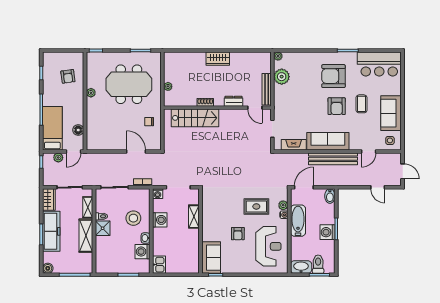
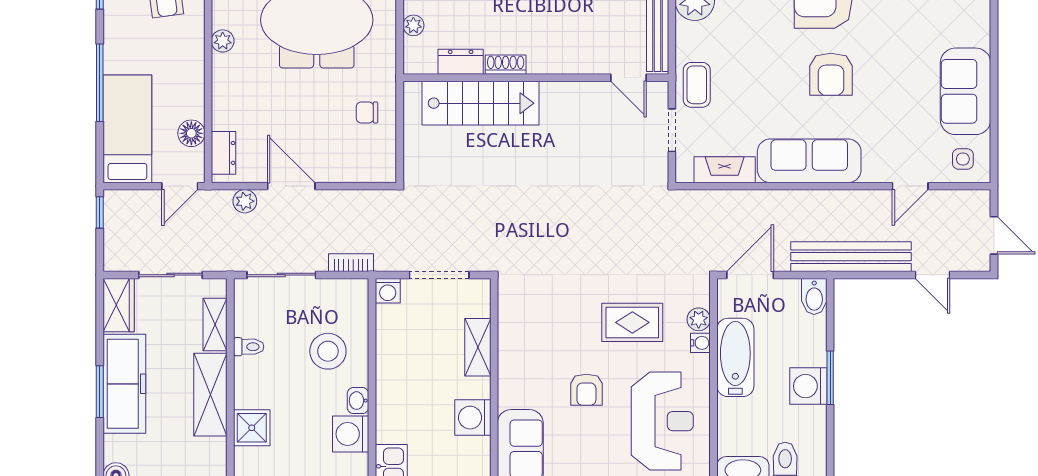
dresser: (234, 101) -> (461, 62), moved
coffee table: (362, 104) -> (697, 85), moved
dresser: (91, 138) -> (224, 153), added
door: (136, 151) -> (291, 186), moved
plant: (58, 158) -> (245, 201), moved
bench: (333, 159) -> (851, 257), moved
washing machine: (160, 220) -> (473, 418), moved, turned 180
shower: (103, 228) -> (252, 428), moved

